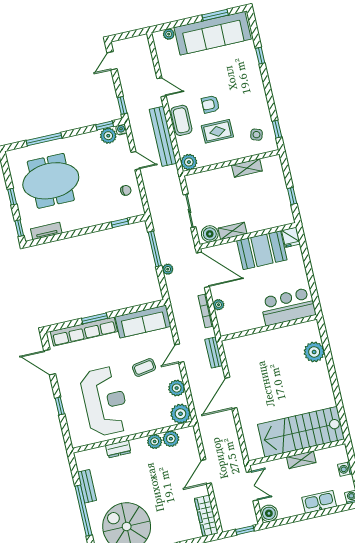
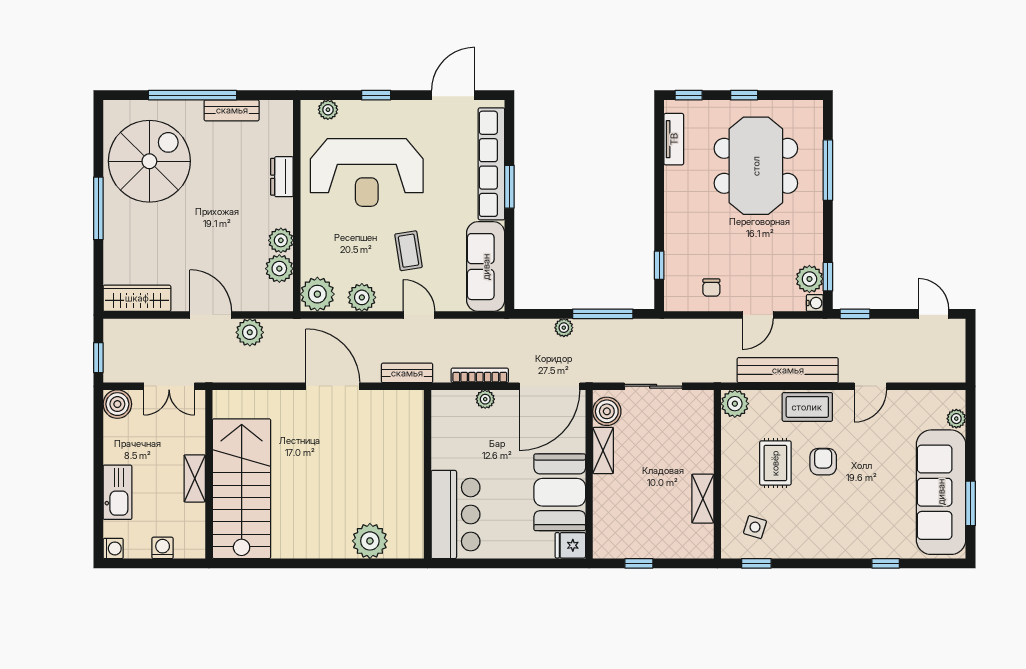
plant: (74, 432) -> (328, 110), added
plant: (211, 447) -> (250, 332), added

